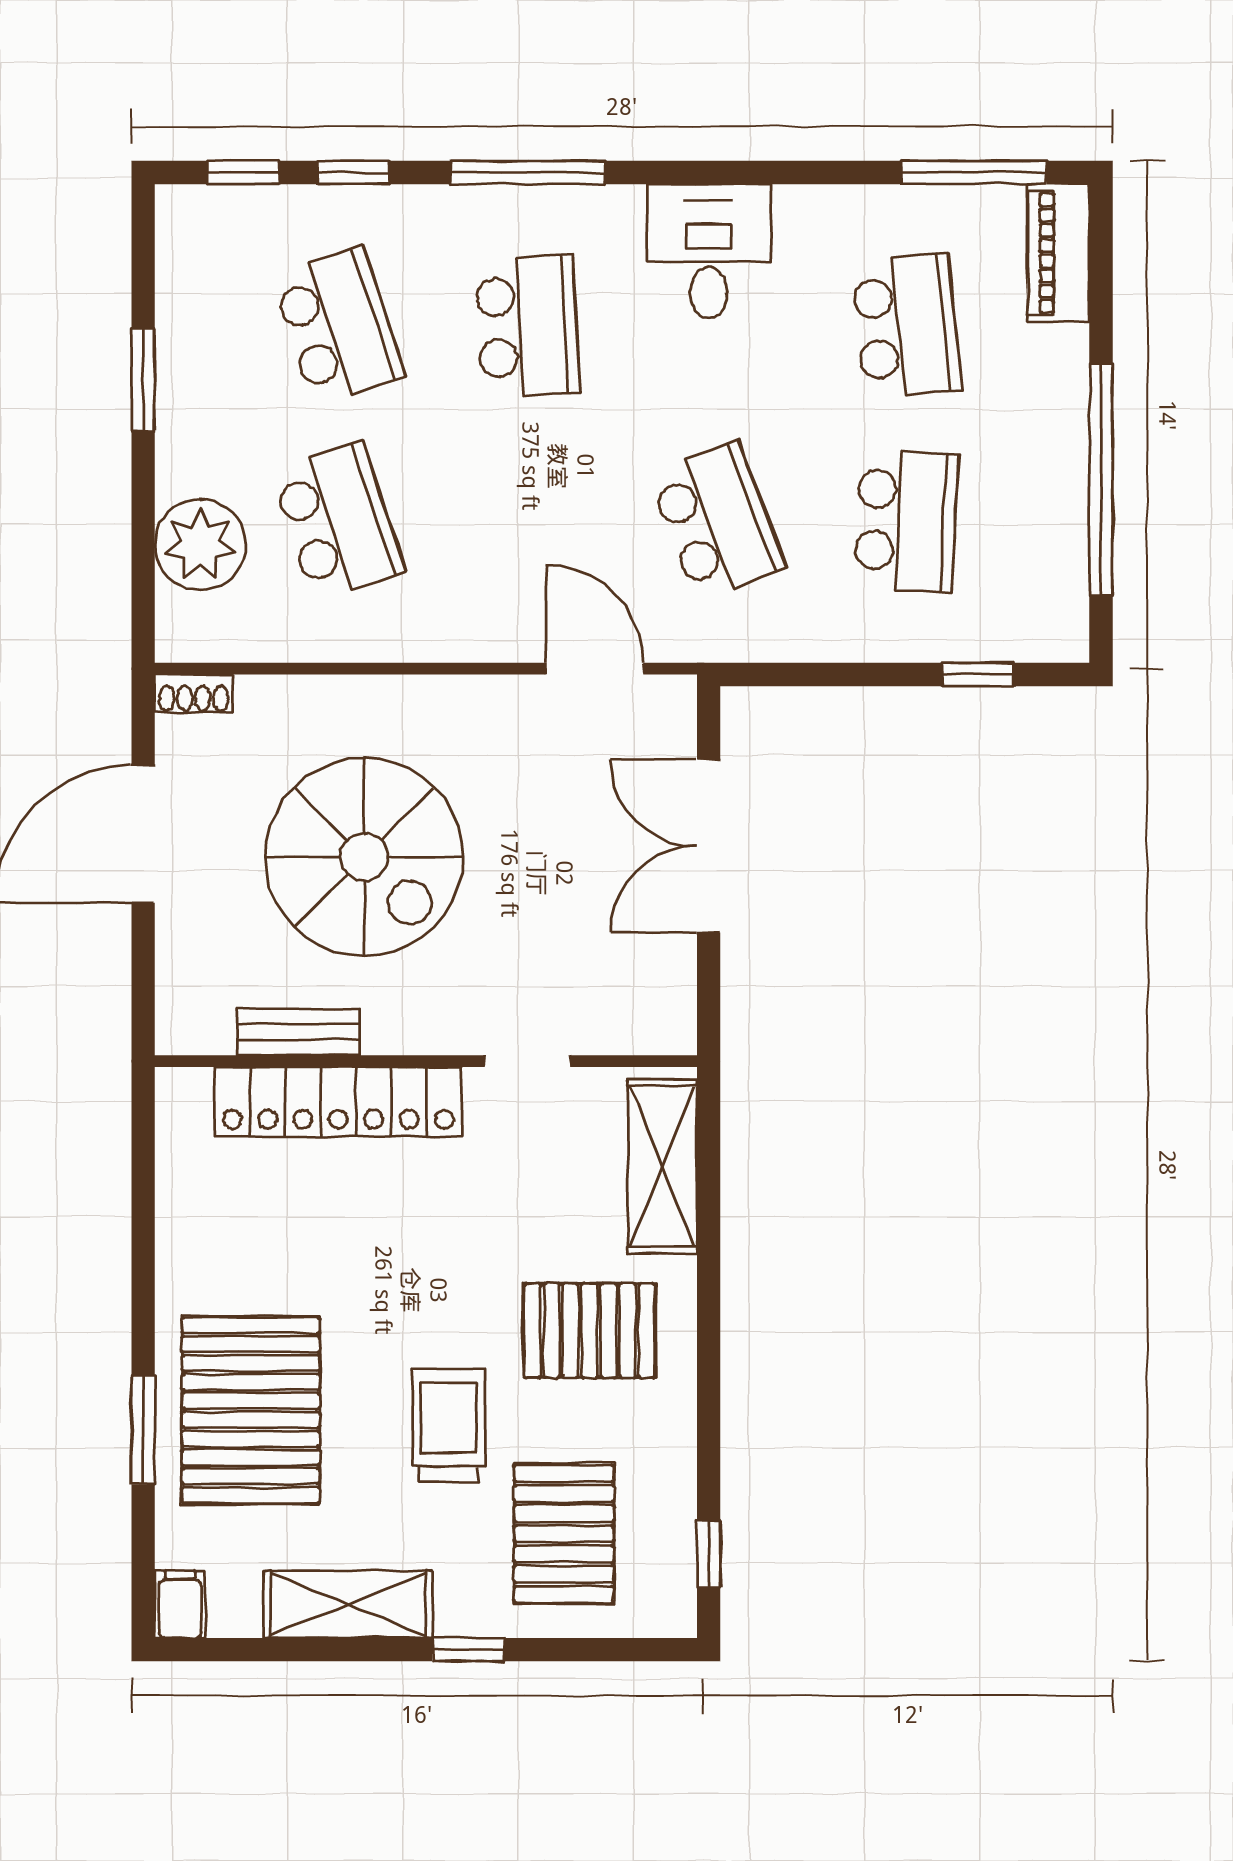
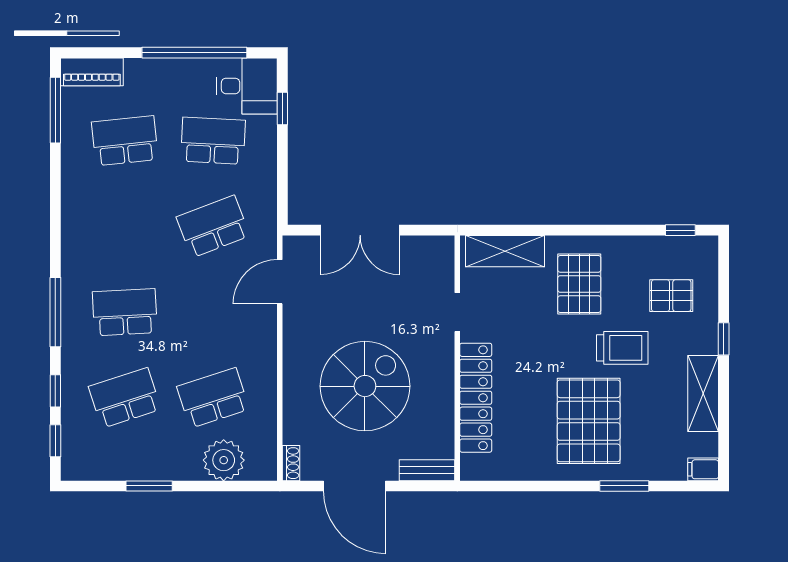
desk: (709, 251) -> (247, 86), moved, turned 180
bench: (298, 1032) -> (427, 470), moved, turned 90
pallet: (251, 1410) -> (589, 421), moved, turned 90
trolley: (448, 1426) -> (622, 348), turned 180
pallet: (564, 1534) -> (671, 296), width x0.67, depth x0.71

